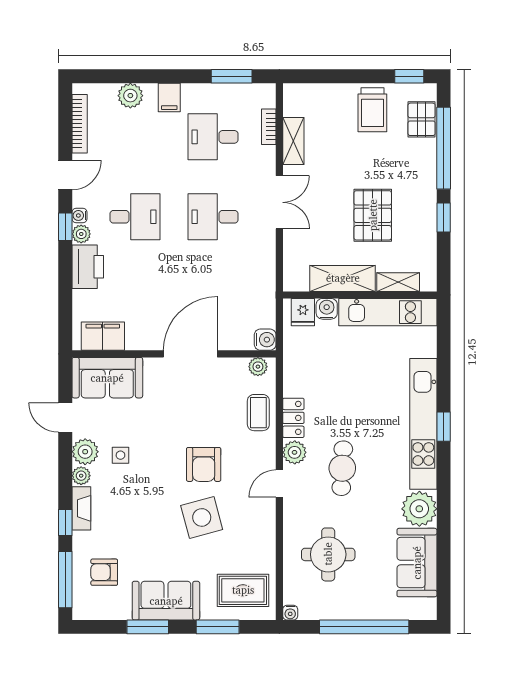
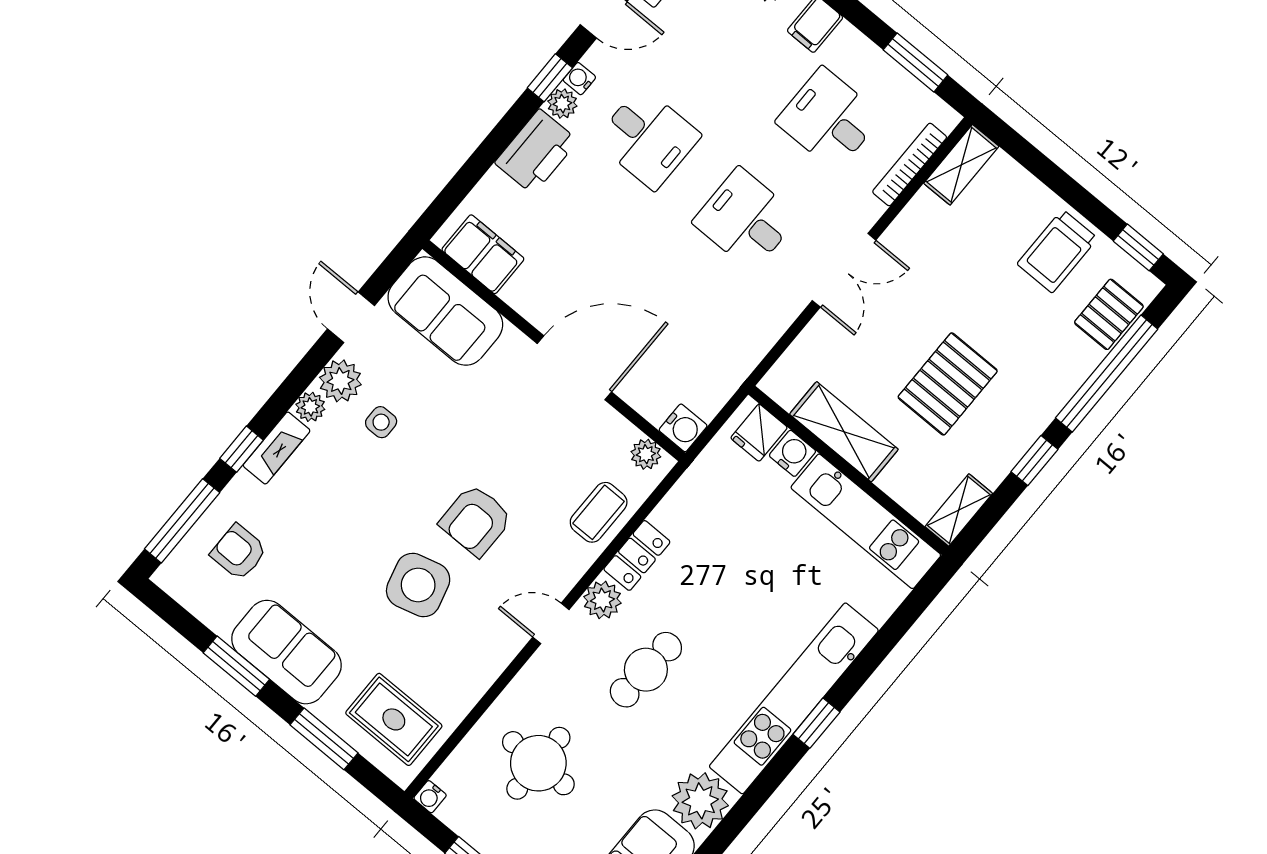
bookcase: (269, 127) -> (910, 165), width x1.56
shelving: (293, 141) -> (961, 165), moved
shelving: (398, 282) -> (959, 510), moved, turned 90

